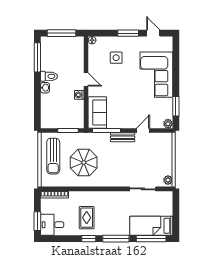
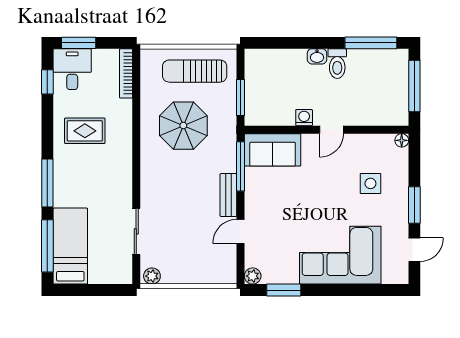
door: (143, 130) -> (240, 231), swing flipped
window: (89, 239) -> (47, 82), moved

